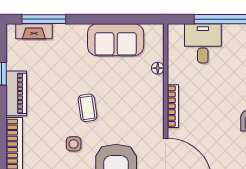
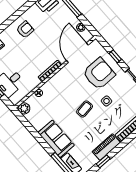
plant: (154, 33) -> (24, 108), added
sofa: (116, 40) -> (56, 139), moved

